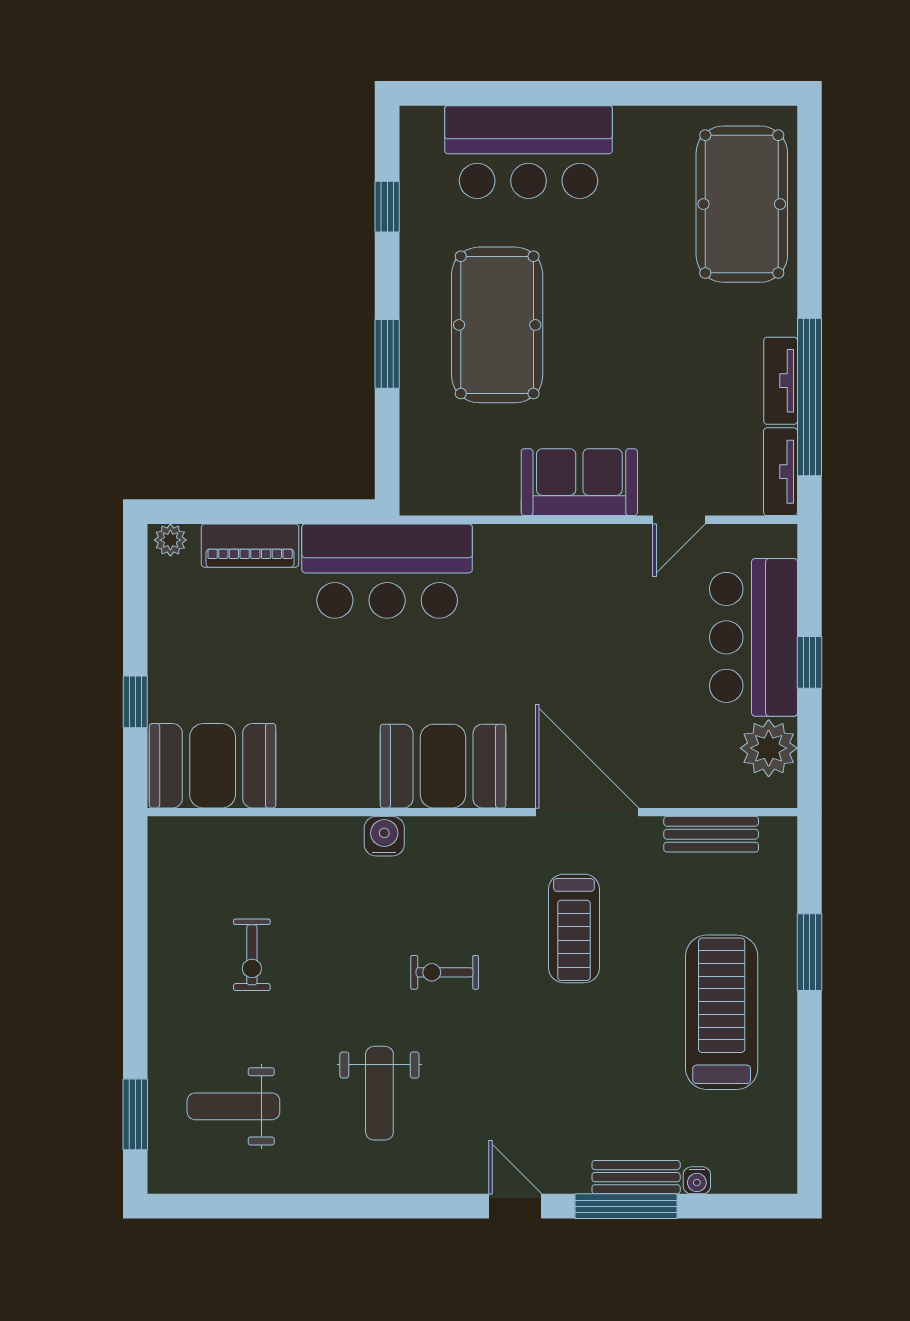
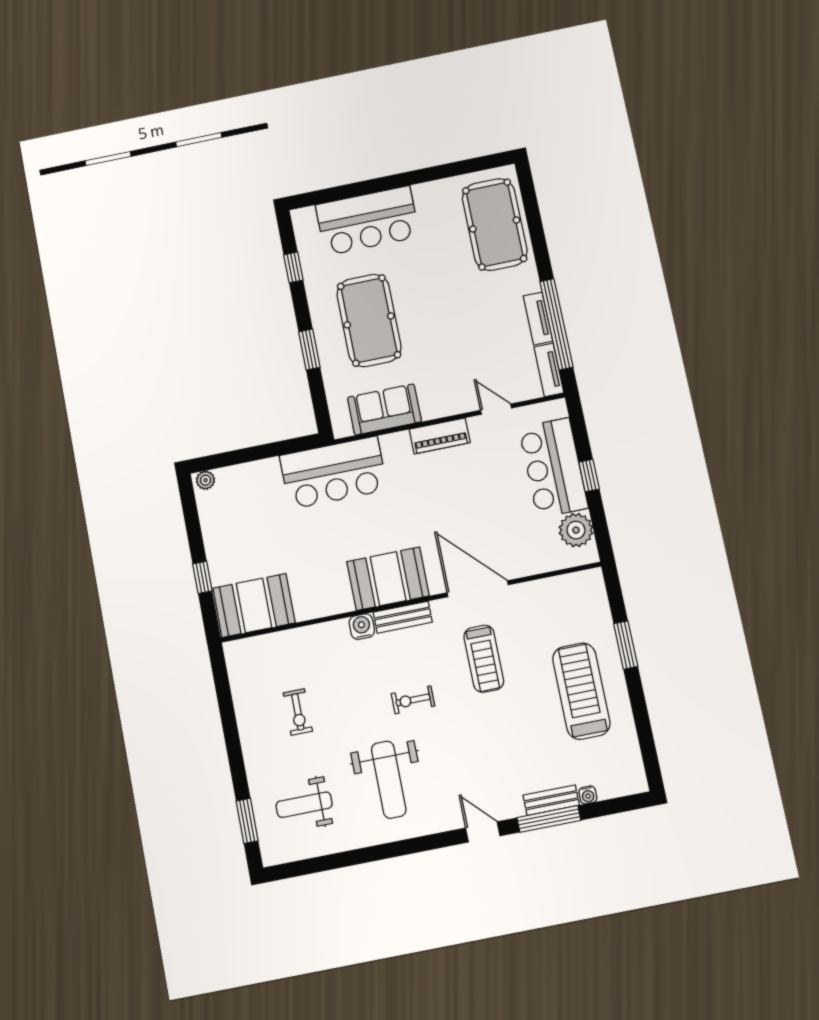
sofa: (579, 482) -> (384, 410), moved
door: (679, 520) -> (496, 409), swing flipped
piano: (250, 546) -> (440, 436), moved
bench: (711, 834) -> (403, 617), moved
weight bench: (379, 1093) -> (389, 780), width x1.36, depth x1.33

